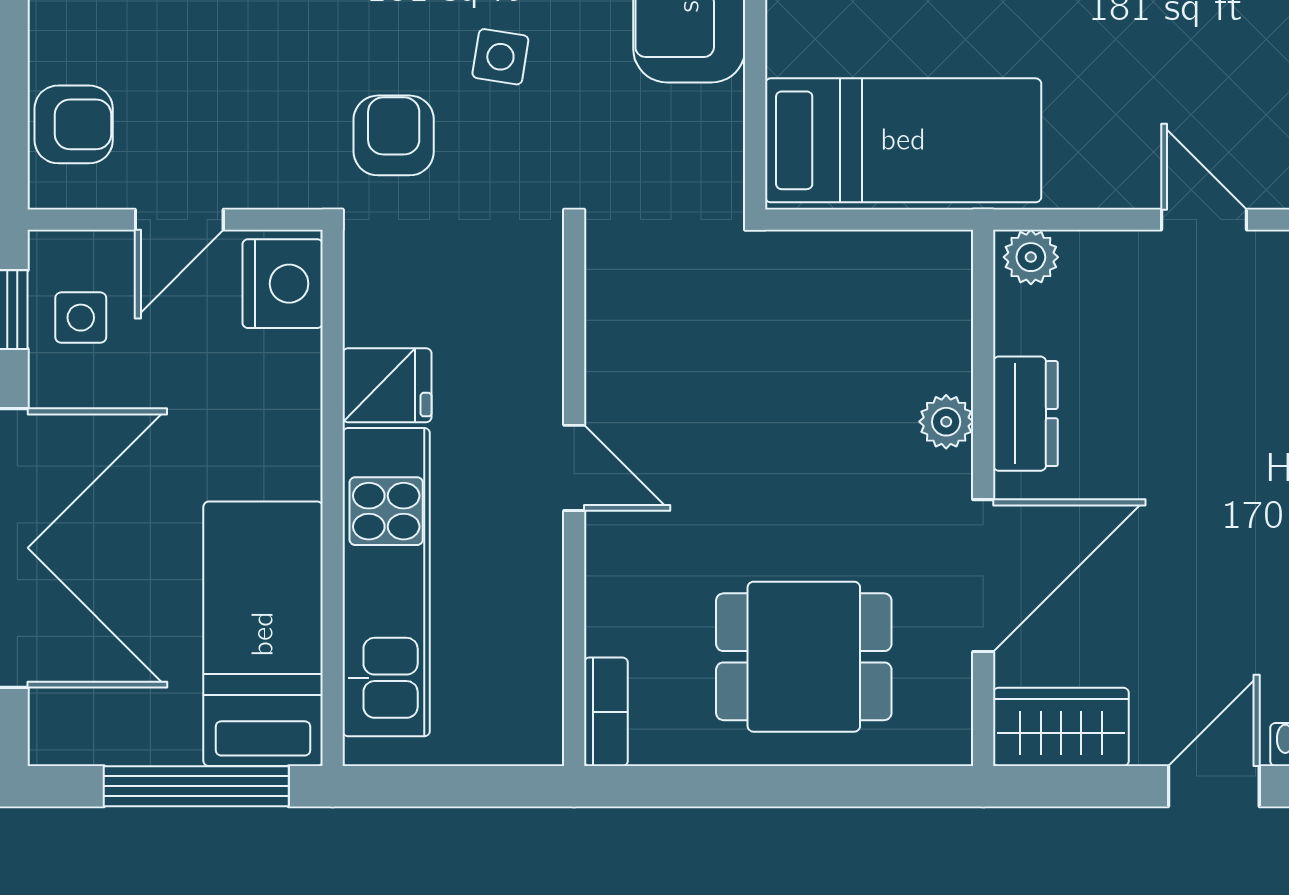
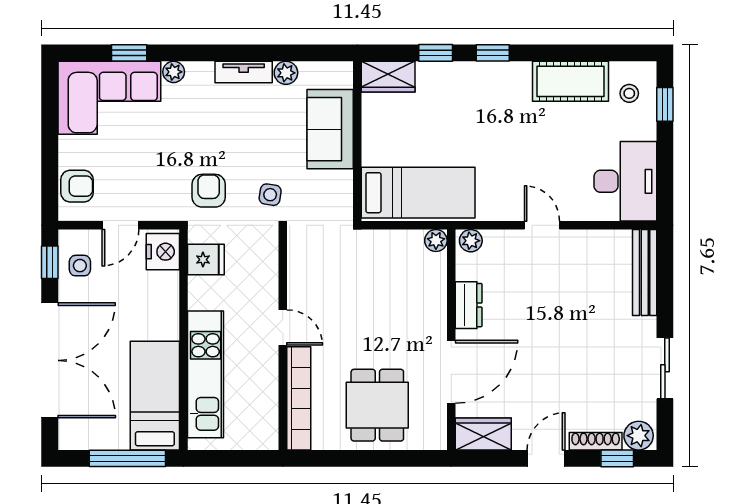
side table: (500, 57) -> (270, 195), moved
fridge: (387, 385) -> (206, 260), moved
plant: (946, 422) -> (436, 241), moved
dining table: (804, 657) -> (377, 405), turned 90
bookcase: (606, 712) -> (299, 398), width x2.31, depth x1.31

